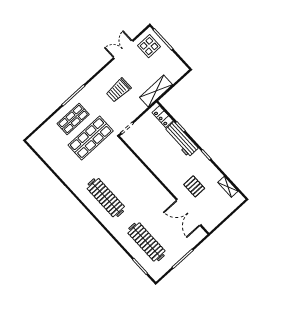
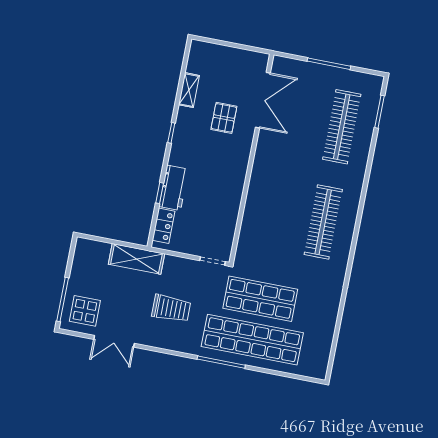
shop shelf: (73, 119) -> (252, 340), width x2.00, depth x1.36
workbench: (181, 139) -> (174, 188), width x0.73
shelving: (228, 187) -> (189, 90), moved

